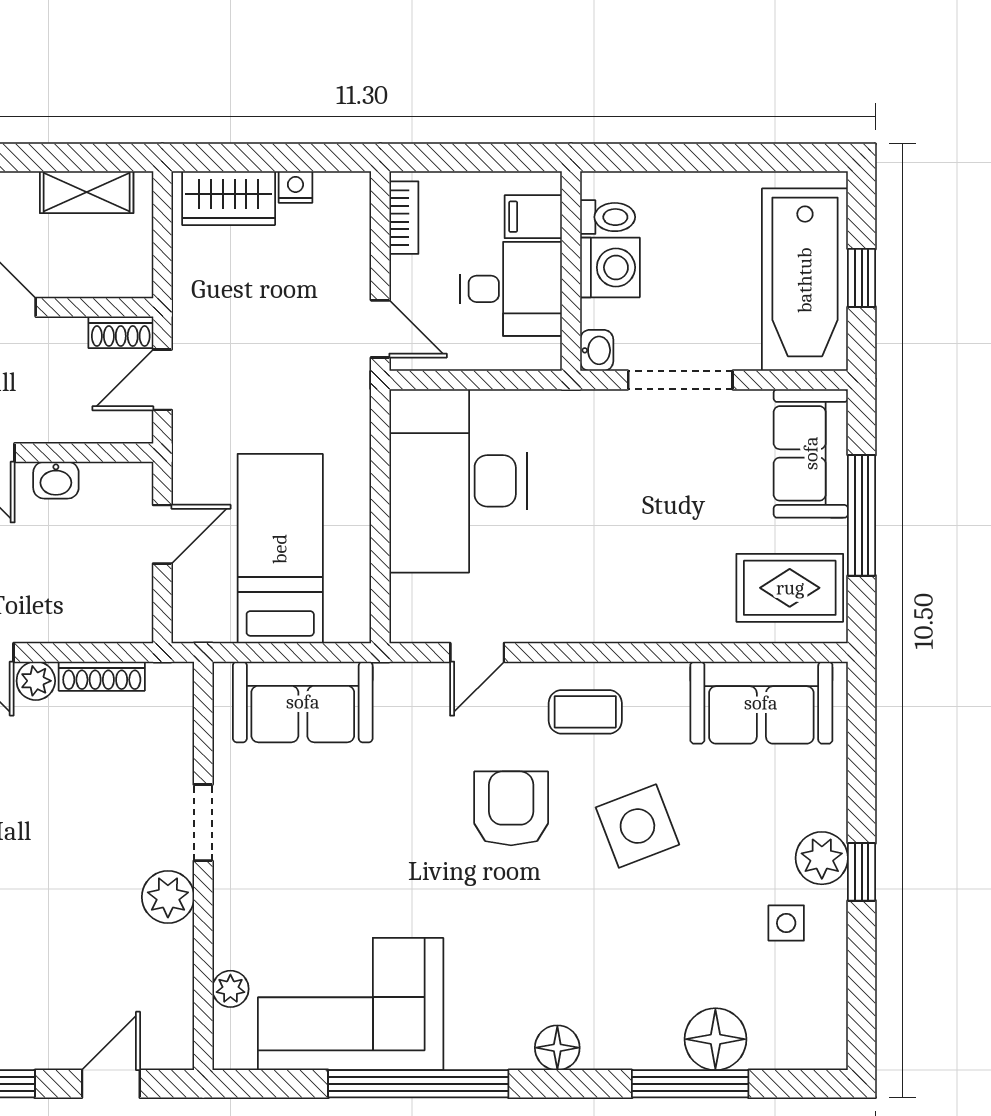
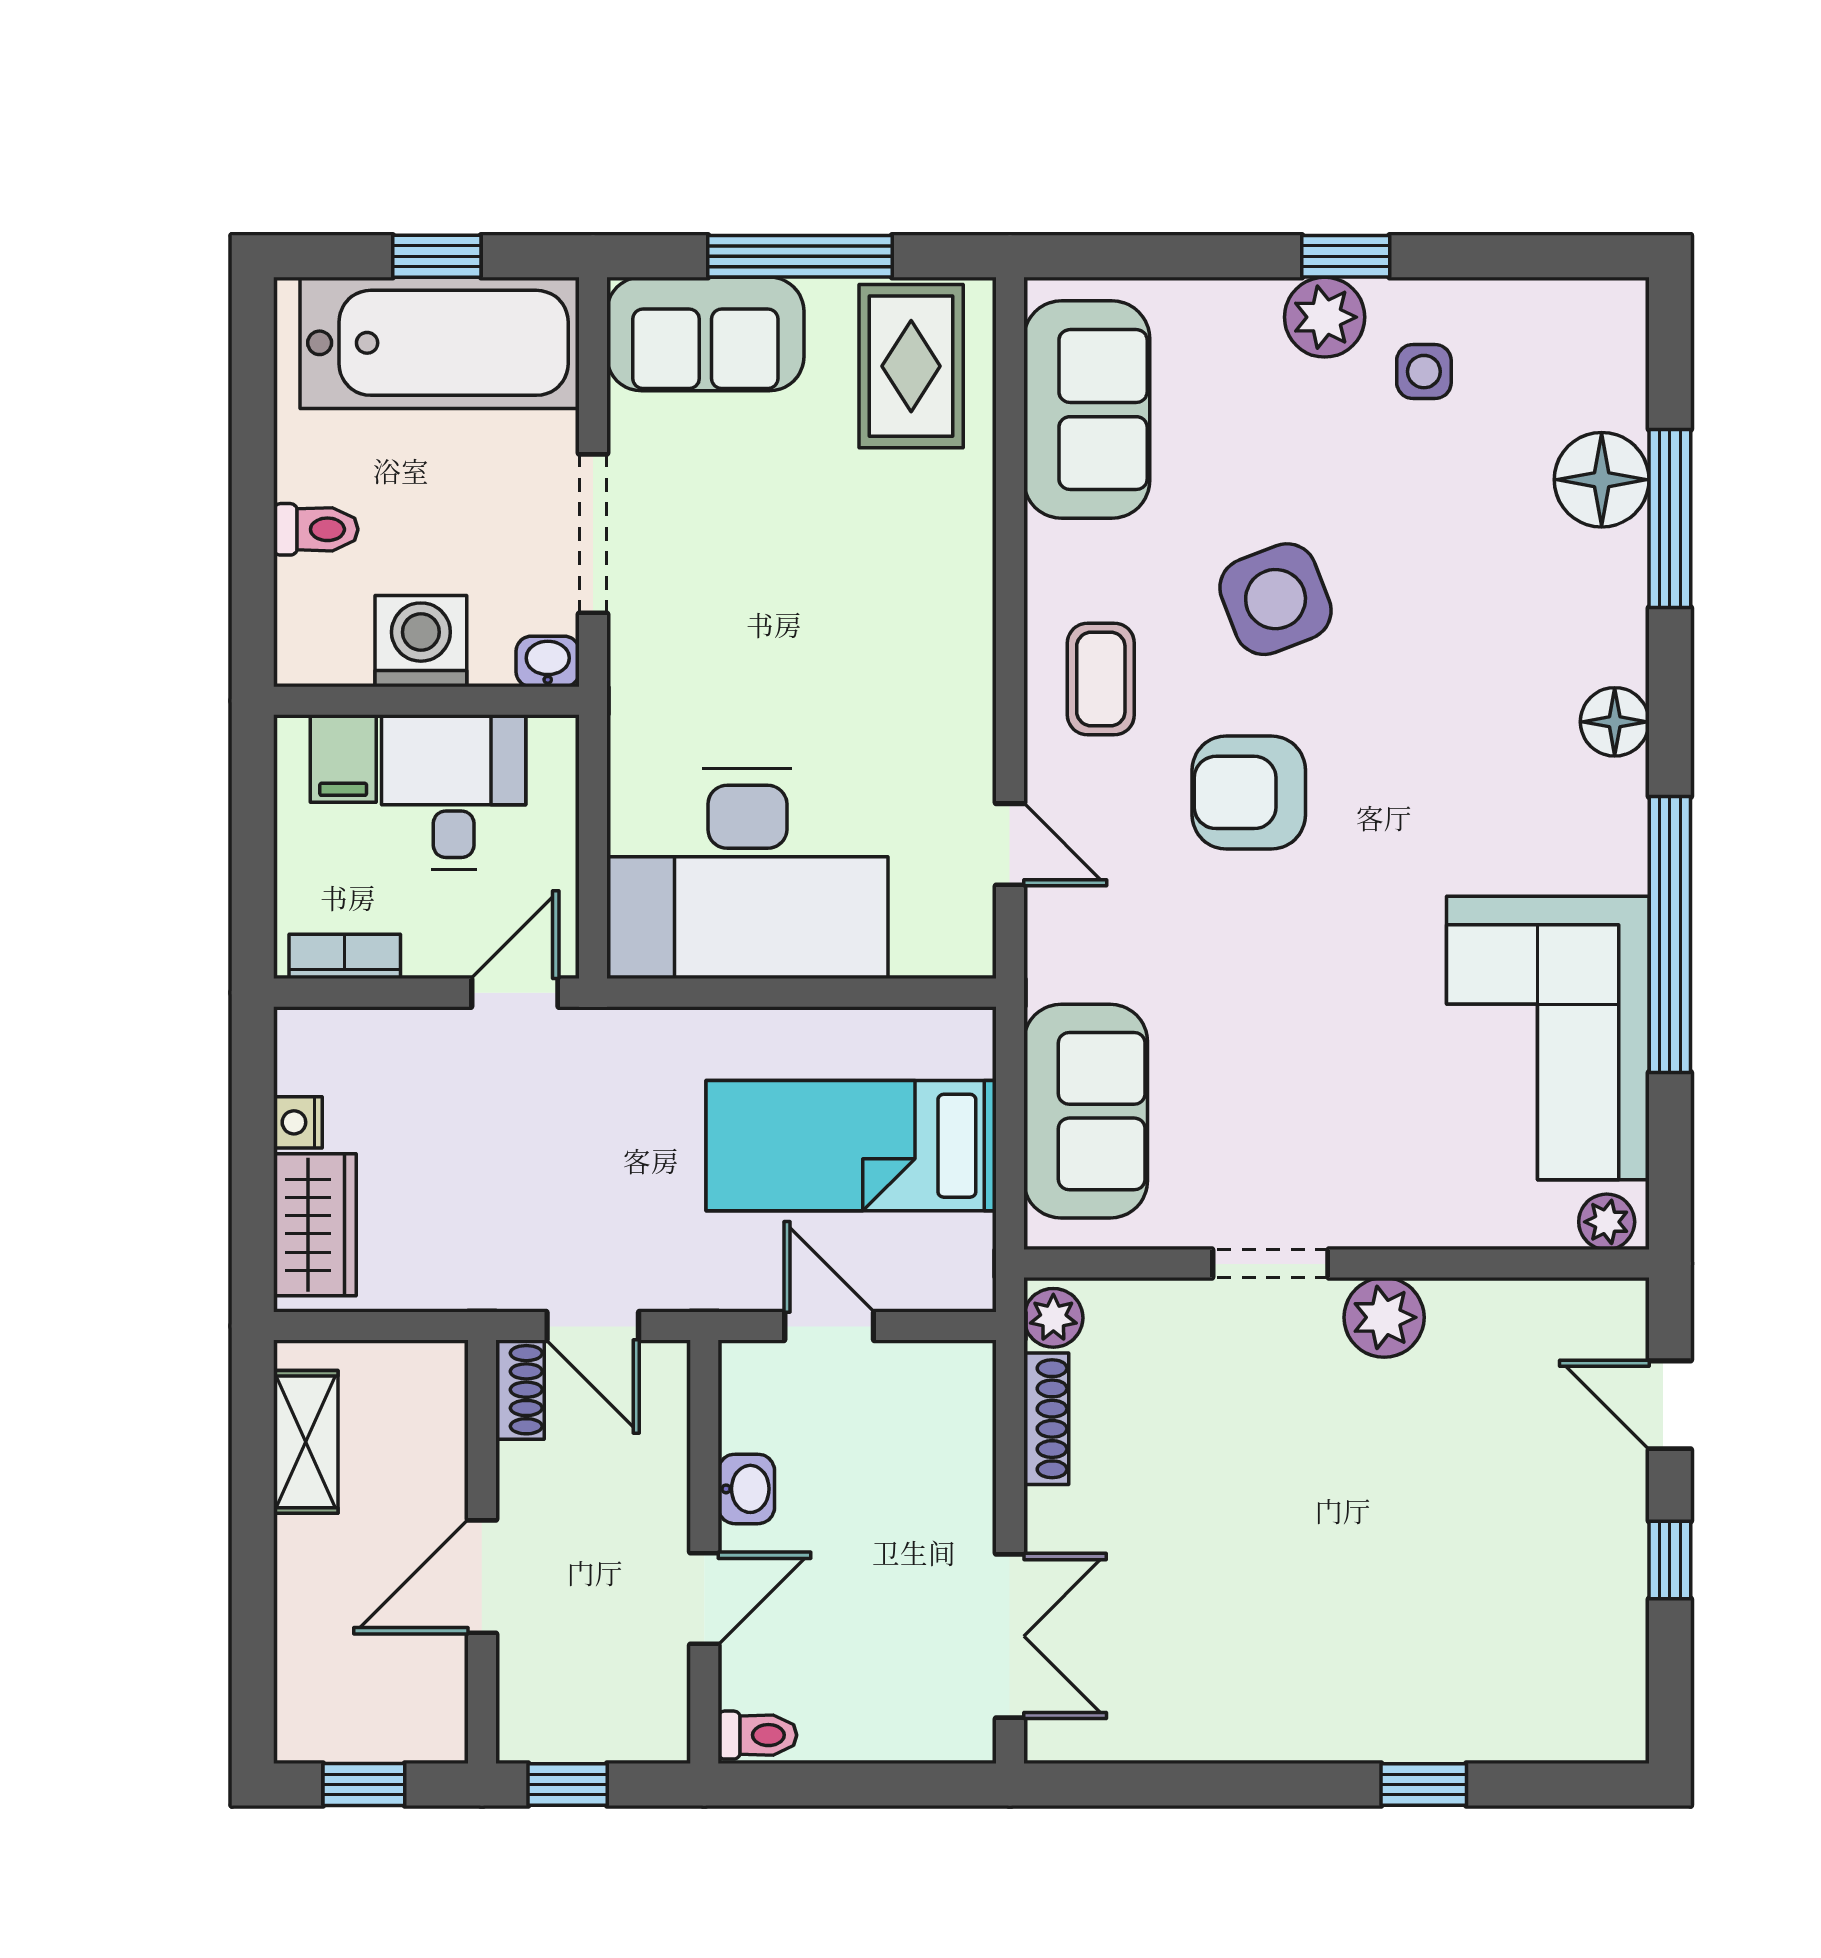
toilet: (608, 217) -> (316, 529), moved, turned 90
plant: (36, 681) -> (1053, 1318), moved
plant: (230, 989) -> (1607, 1222), moved

